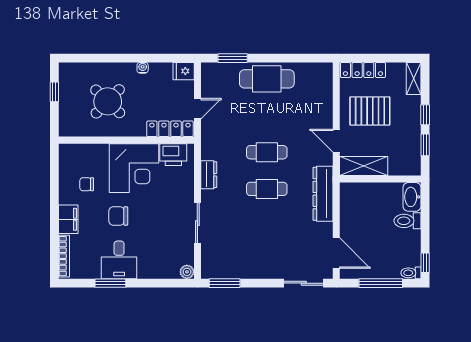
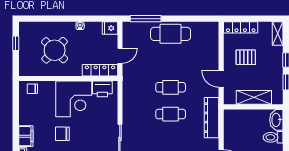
window: (233, 58) -> (146, 19), width x1.44
pallet: (370, 111) -> (246, 57), width x0.67, depth x0.71
shelving: (364, 166) -> (254, 97), moved
dresser: (209, 175) -> (128, 104), removed
chair: (87, 184) -> (32, 89), moved

